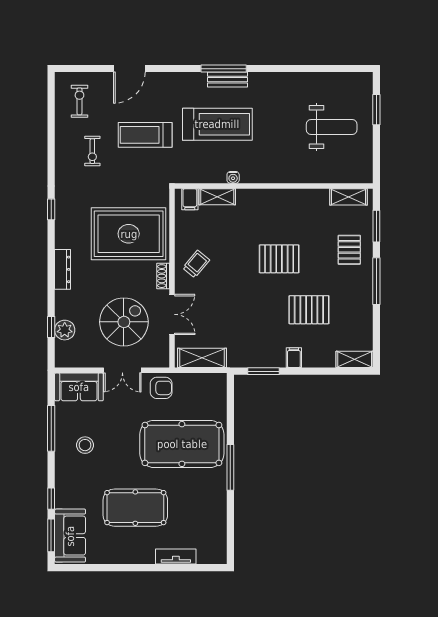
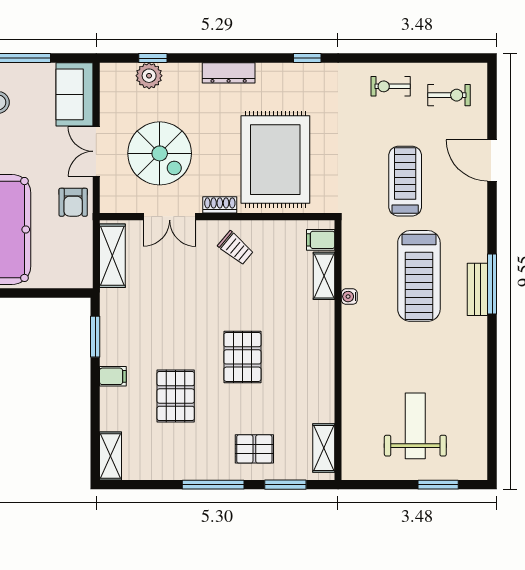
weight bench: (332, 127) -> (415, 426), turned 180
exercise bike: (92, 151) -> (391, 86), moved

